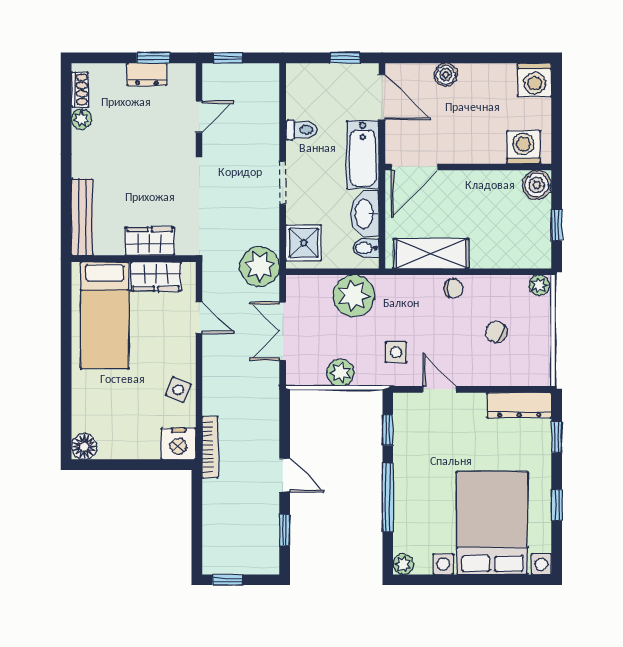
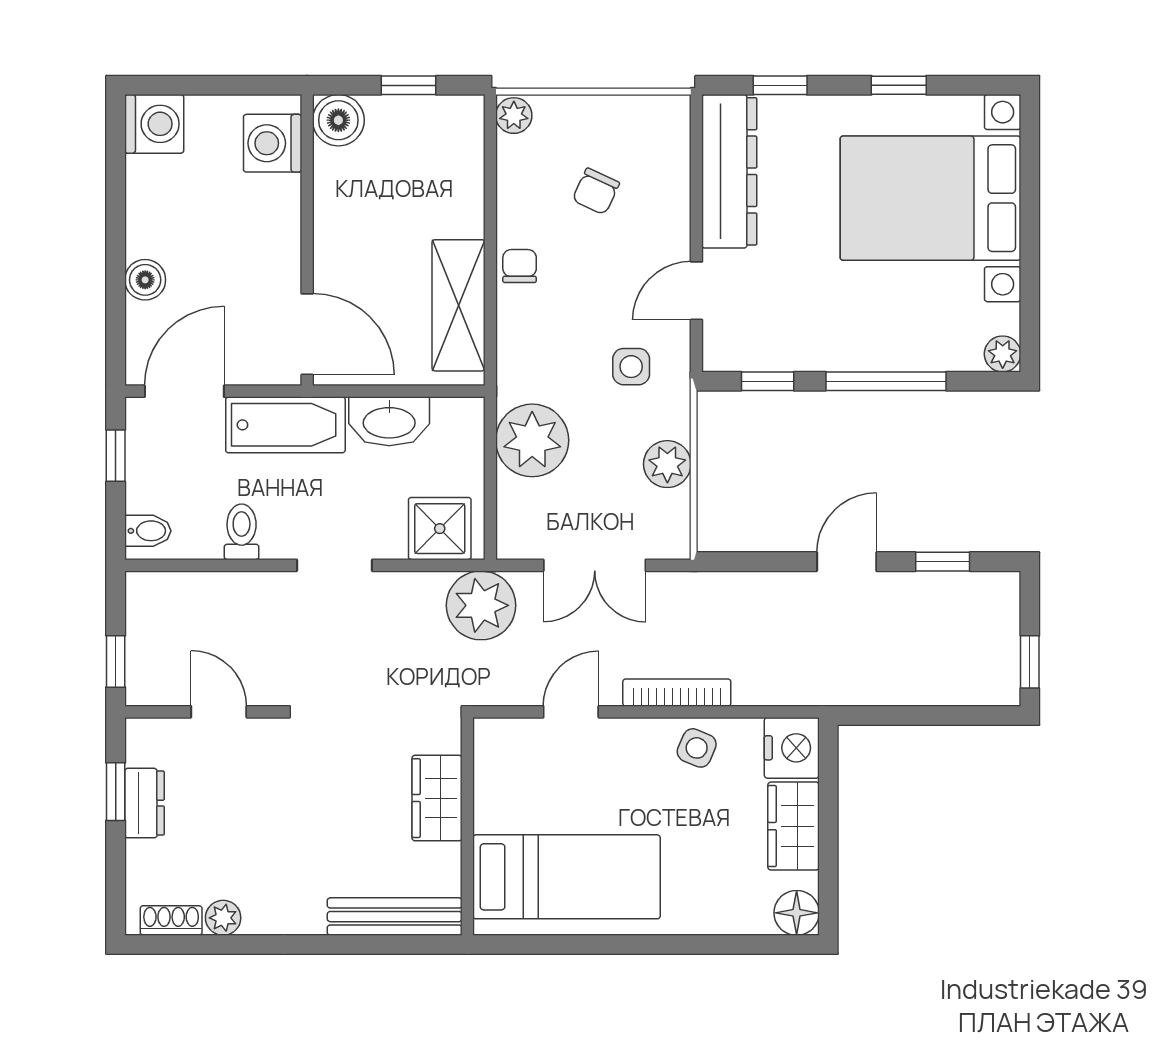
bidet: (366, 248) -> (148, 531), moved, turned -90
wardrobe: (156, 276) -> (794, 826), moved, turned 180
dresser: (519, 405) -> (729, 171), width x1.37, depth x1.24
bookcase: (210, 447) -> (677, 693), moved

